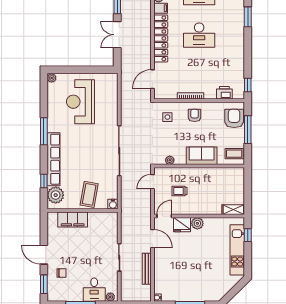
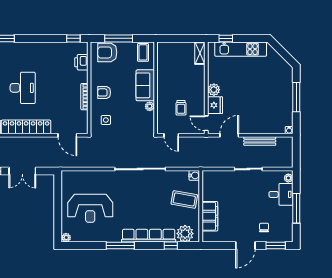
plant: (170, 160) -> (150, 106), moved

